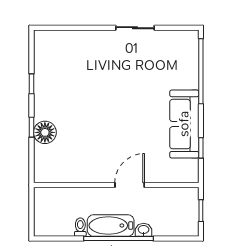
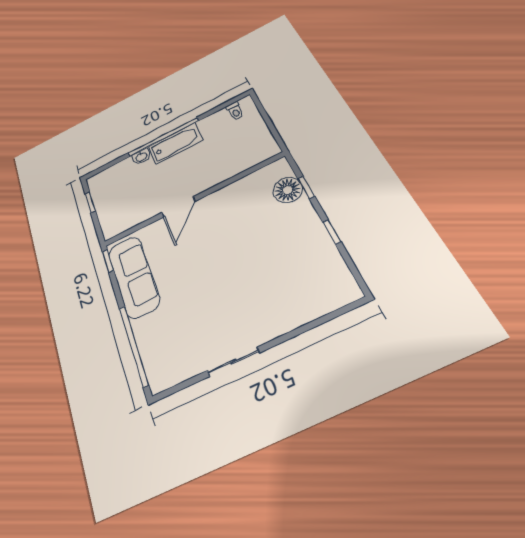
wall: (116, 185) -> (193, 200), moved
door: (130, 185) -> (179, 207), moved
toilet: (80, 227) -> (235, 111), moved

